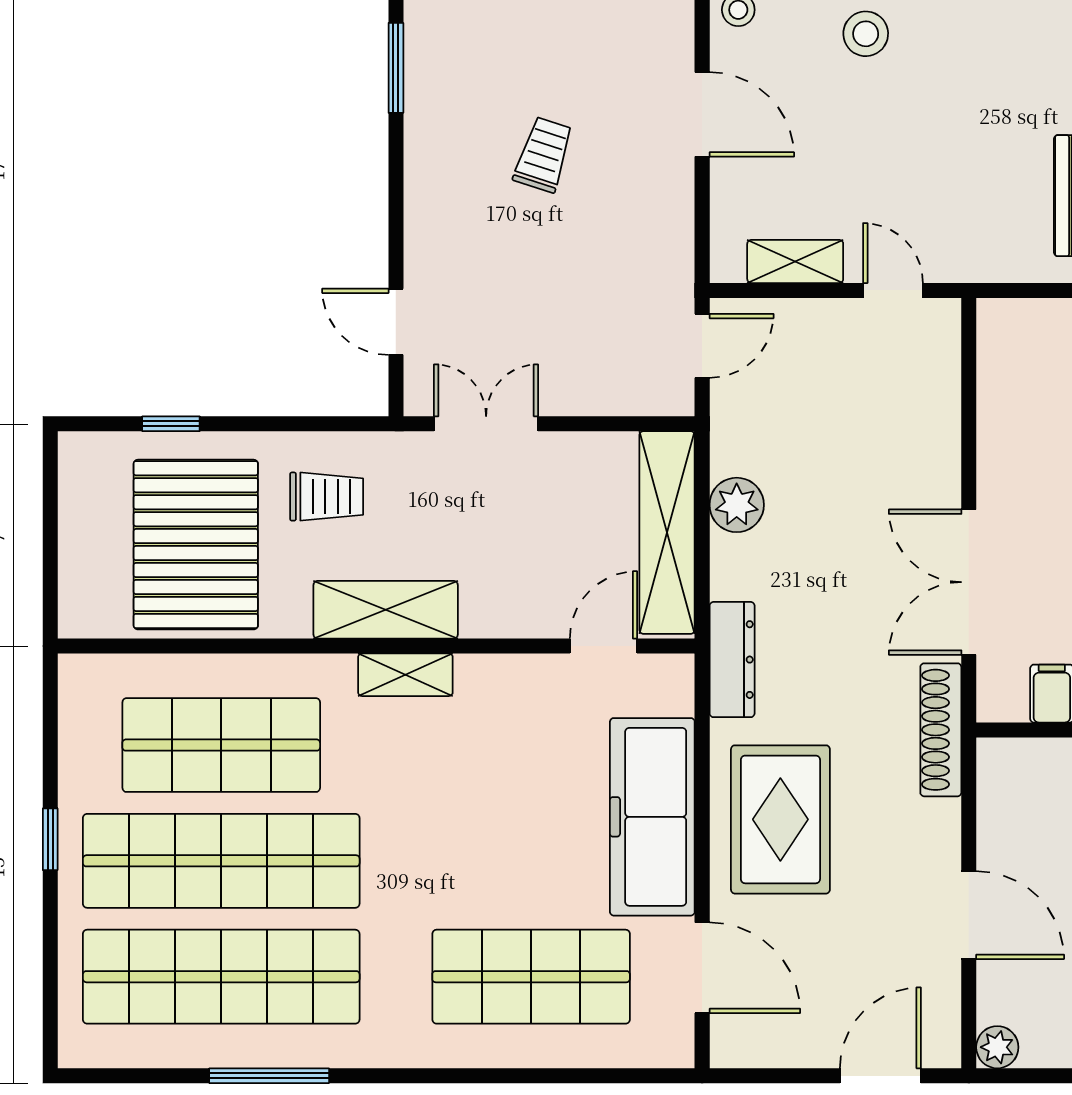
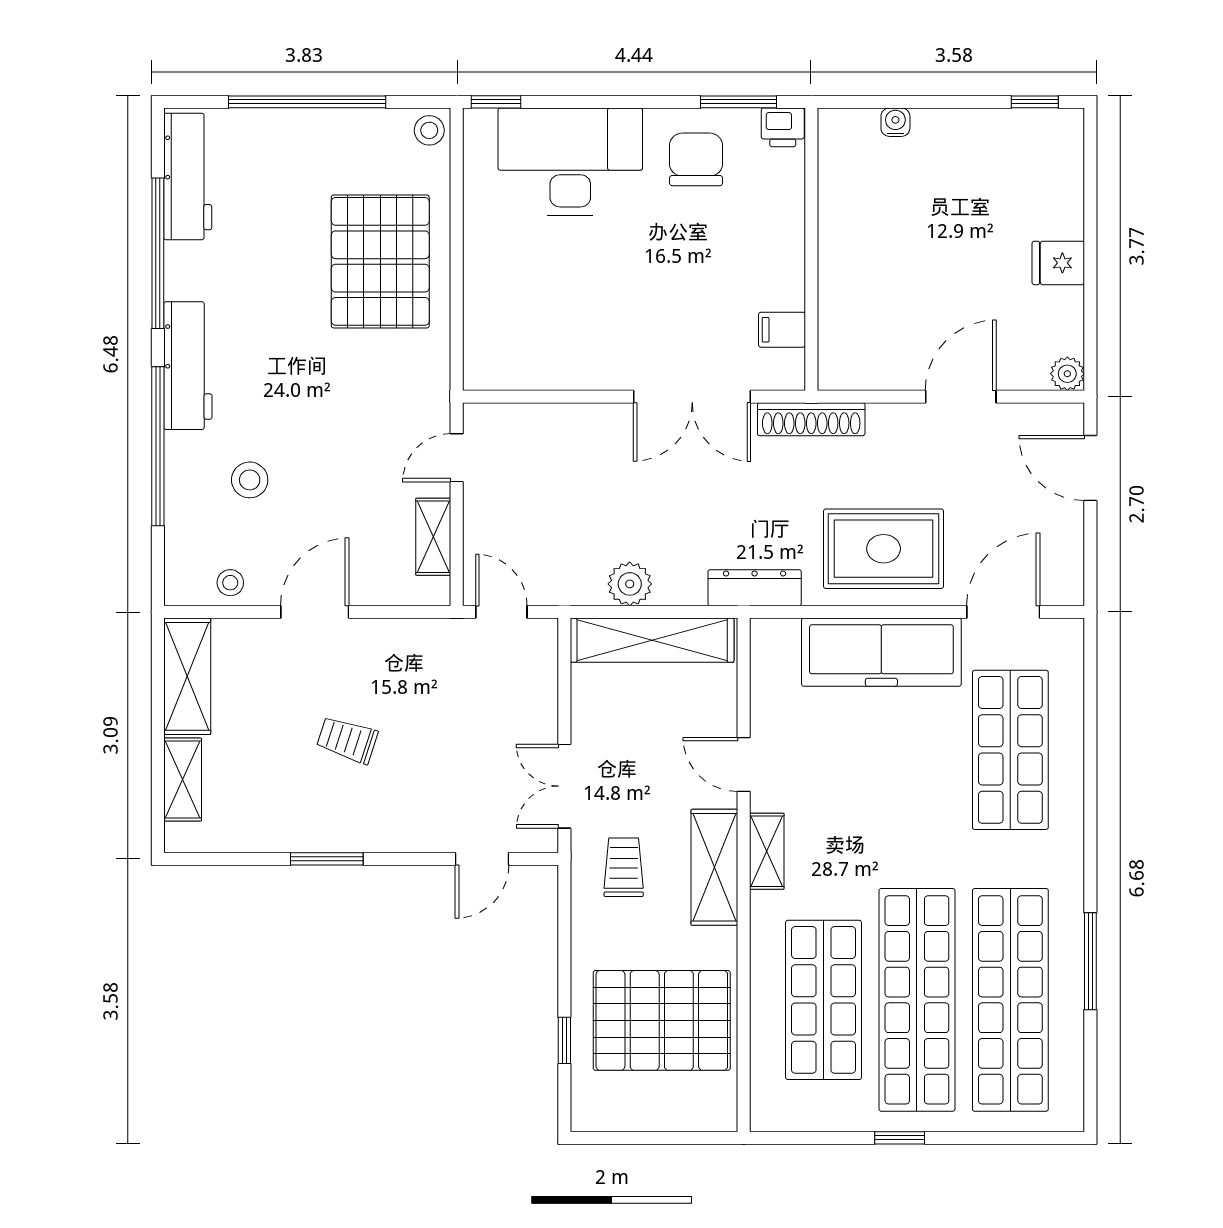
window: (396, 68) -> (327, 859), moved
trolley: (327, 497) -> (624, 867), moved
door: (604, 646) -> (744, 764), moved

